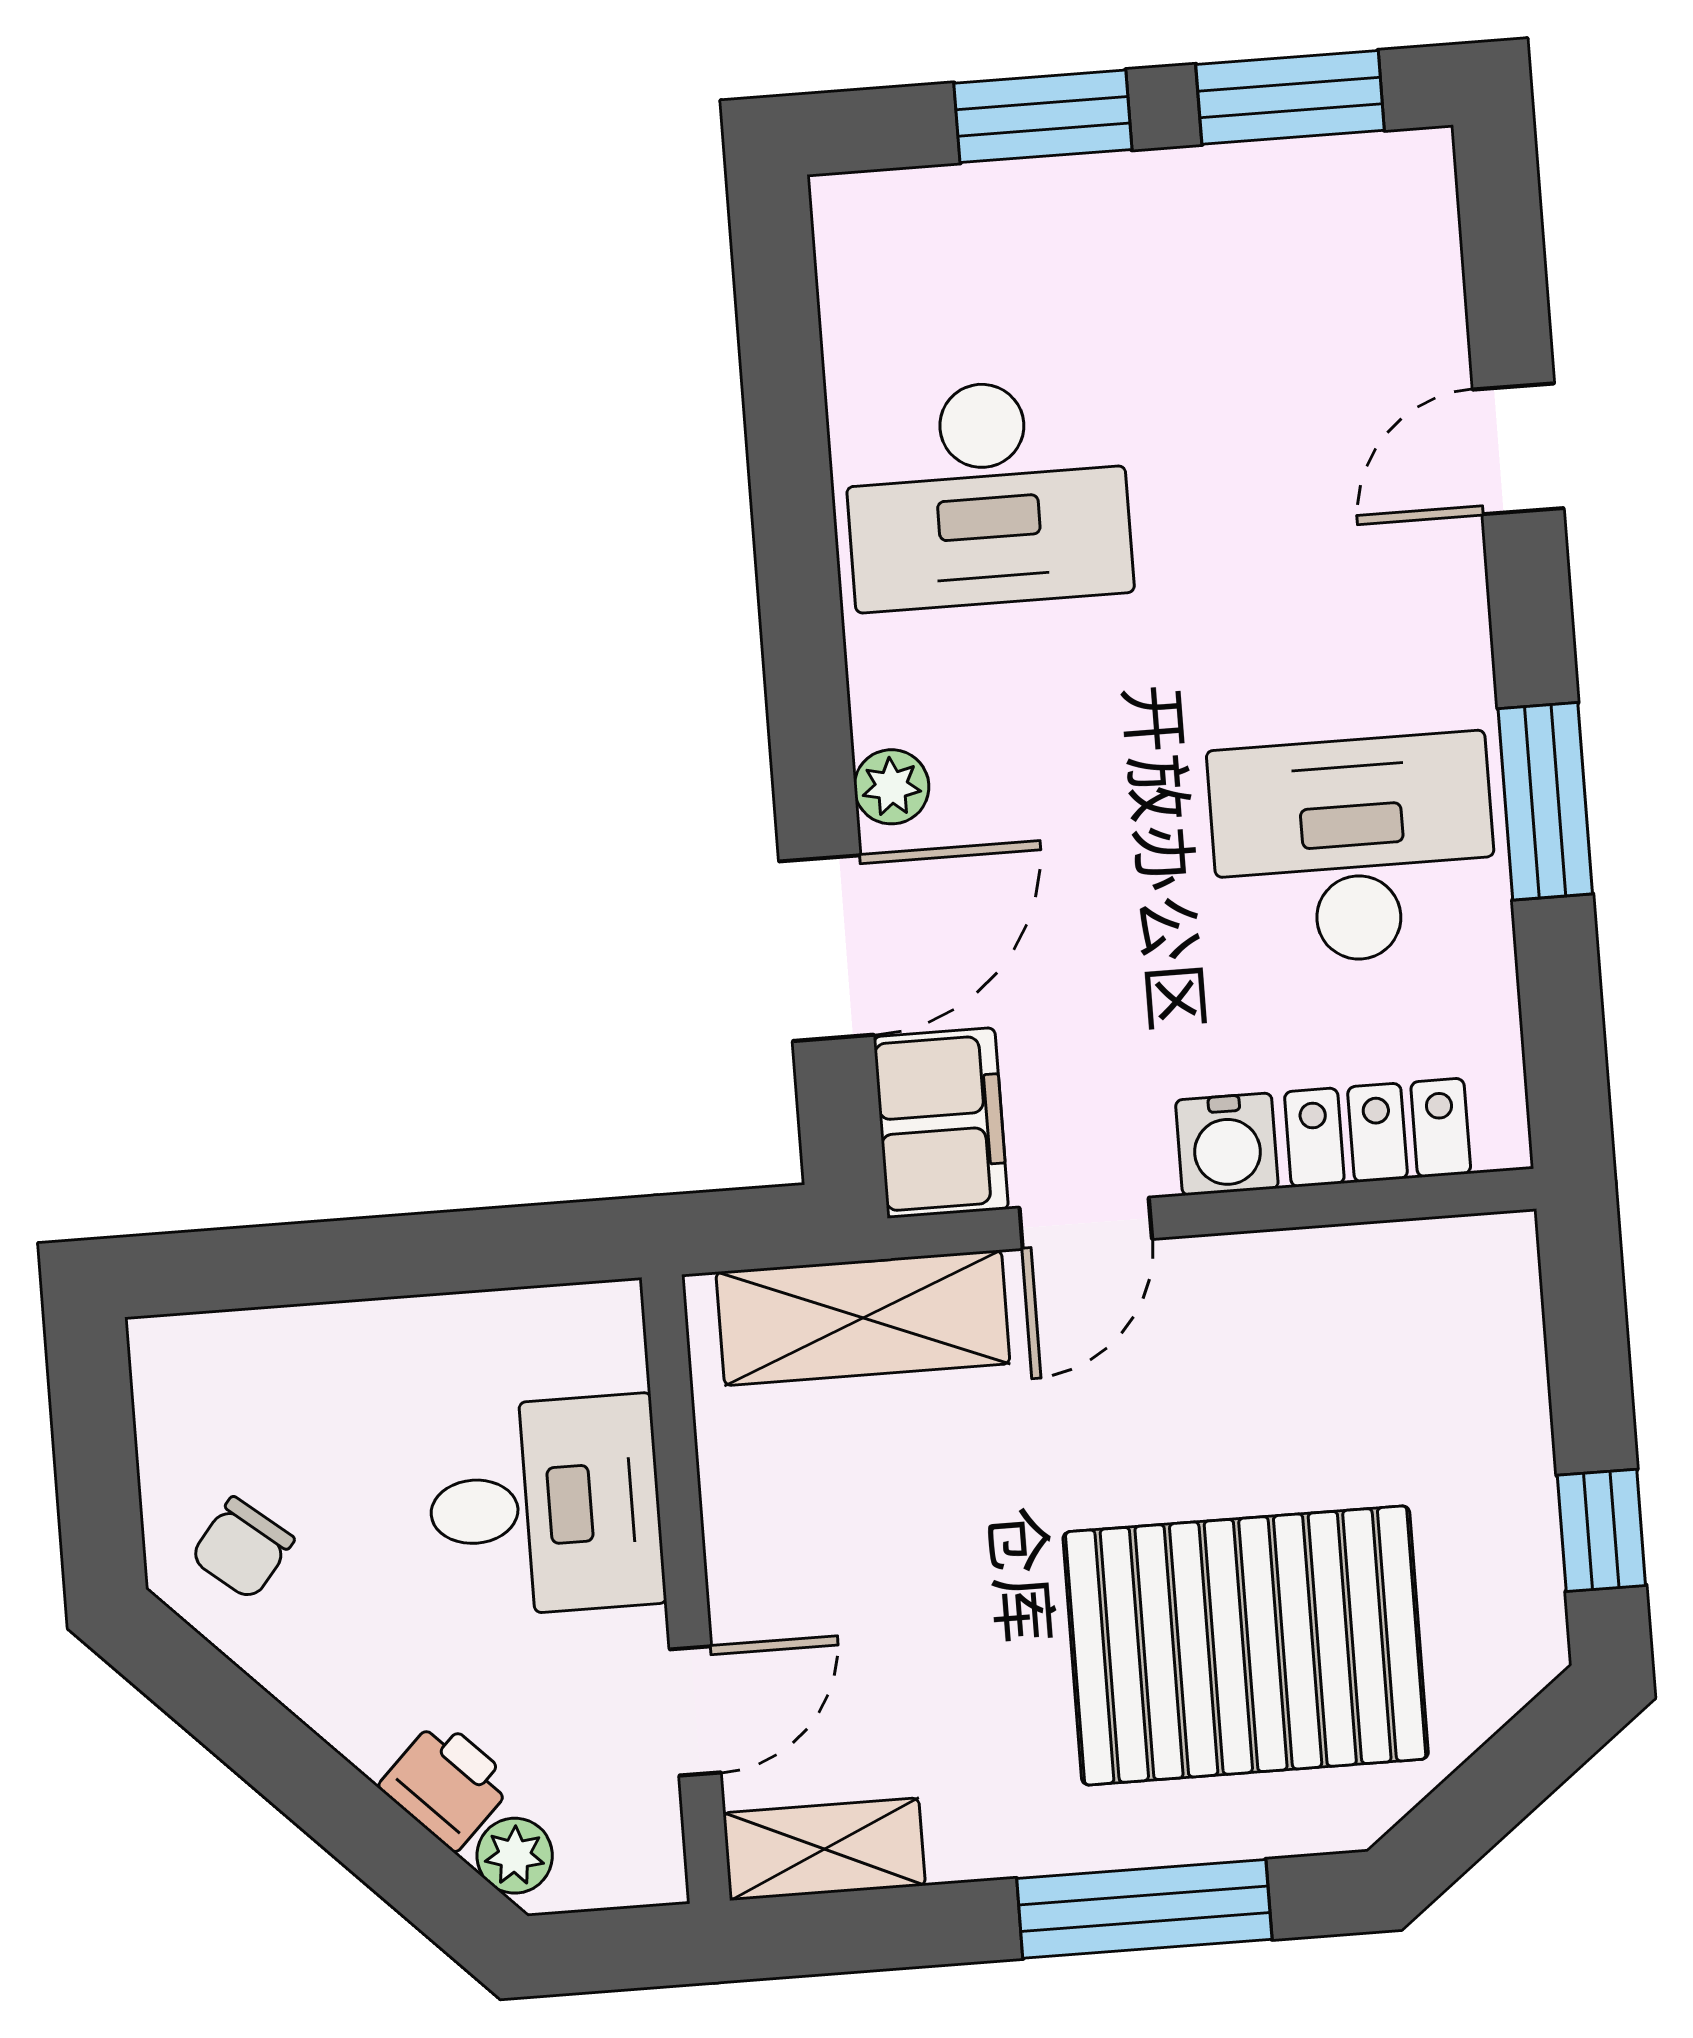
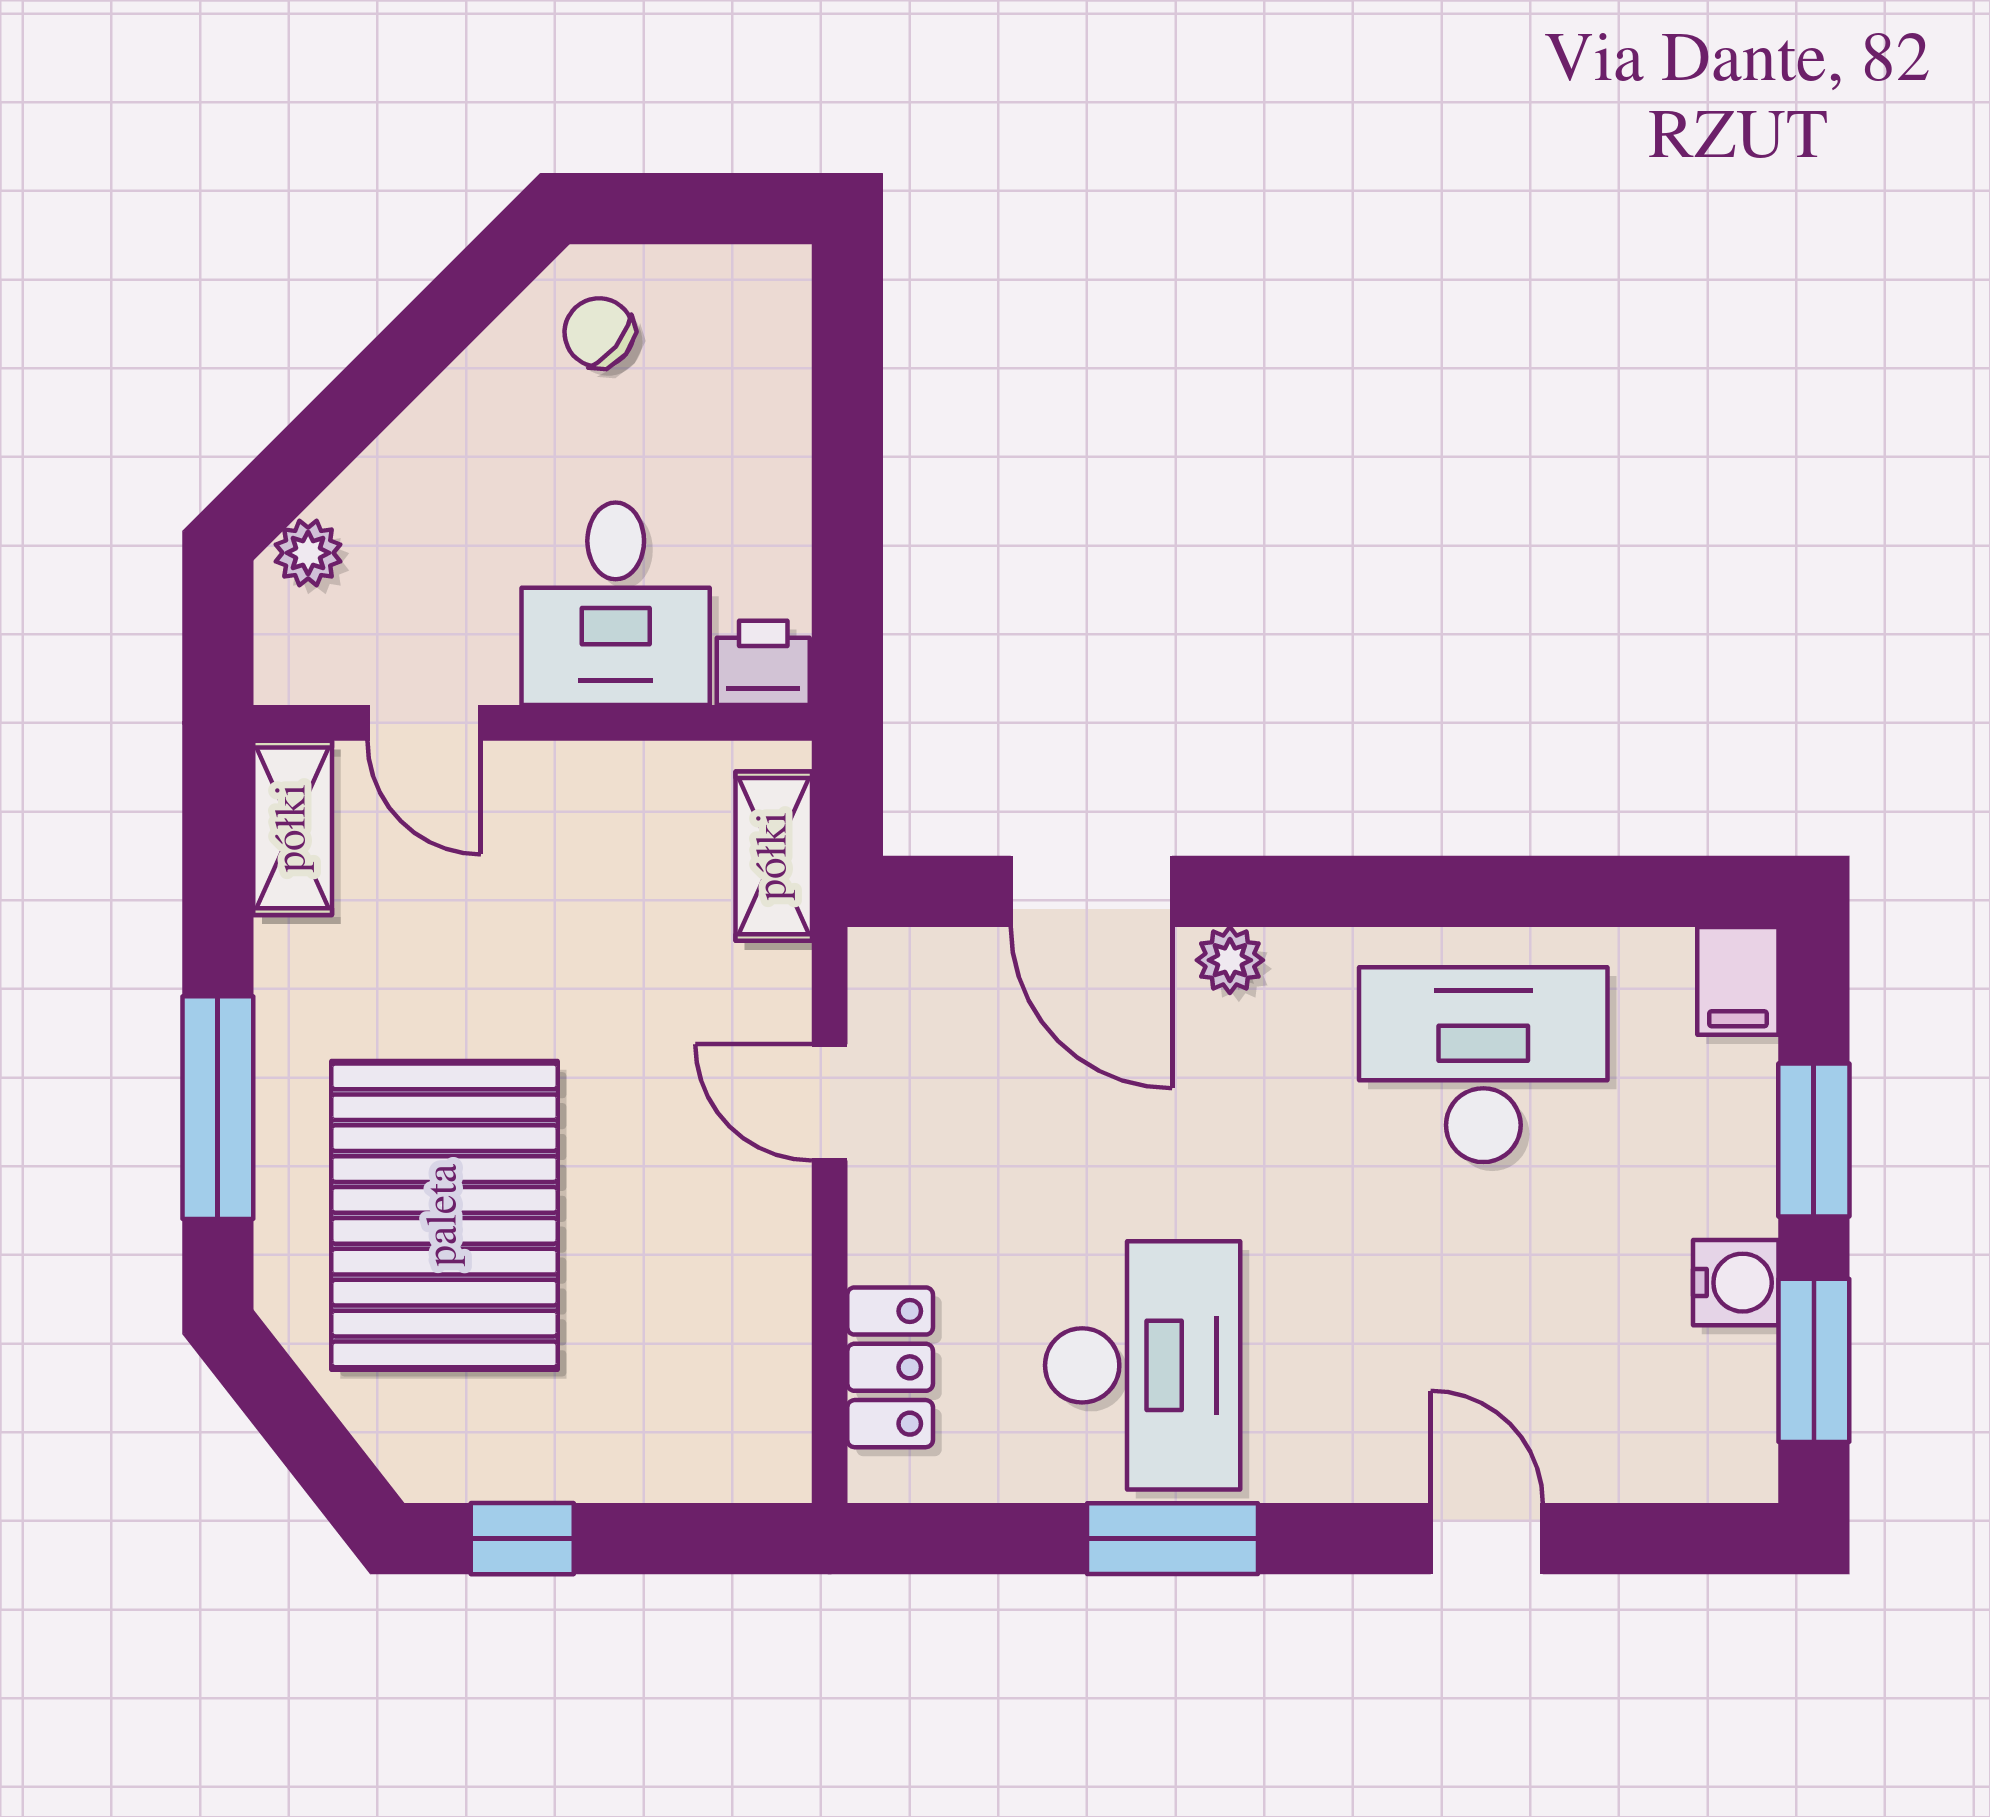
desk: (987, 494) -> (1483, 1065), turned 90
filing cabinet: (941, 1123) -> (1738, 981), moved, width x0.50
water cooler: (1227, 1144) -> (1736, 1283), moved, turned 180
shelving: (863, 1318) -> (774, 856), width x0.67, depth x0.75
printer: (447, 1784) -> (763, 663), moved, turned -135

